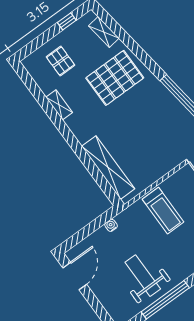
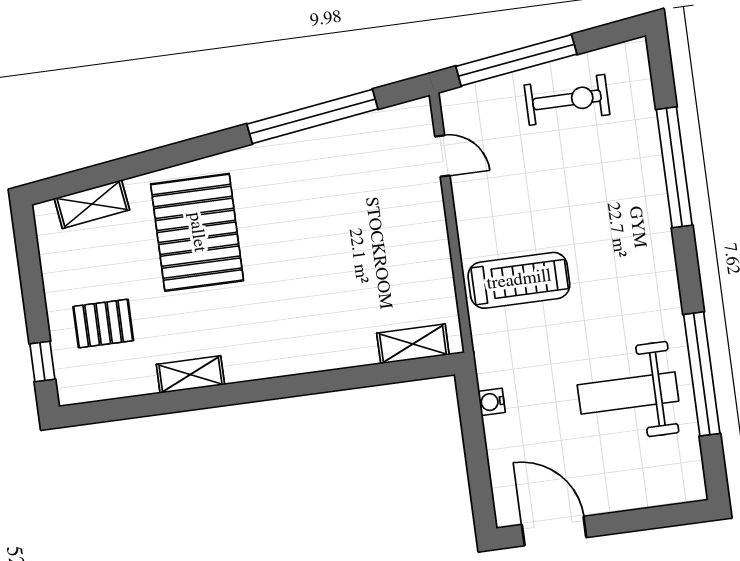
window: (67, 21) -> (42, 361), moved
shelving: (108, 168) -> (413, 344), width x0.45, depth x0.75

